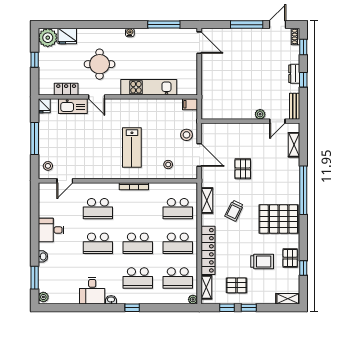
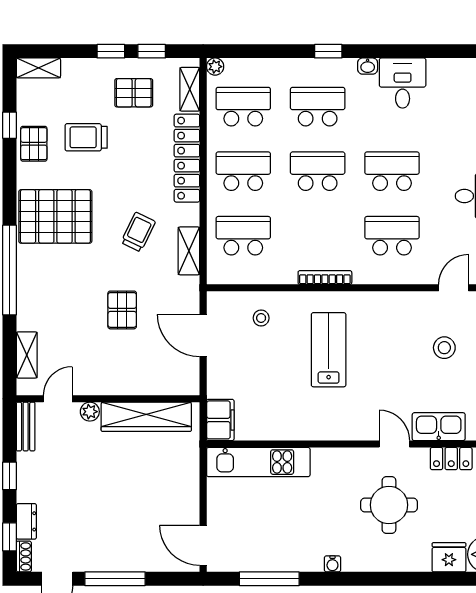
dresser: (294, 74) -> (26, 521), moved
kitchen unit: (149, 87) -> (258, 462), moved
filing cabinet: (190, 104) -> (220, 420), width x2.00
wardrobe: (230, 112) -> (146, 417), added
stool: (187, 135) -> (444, 348), moved

